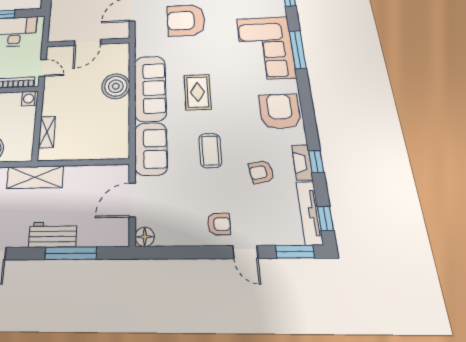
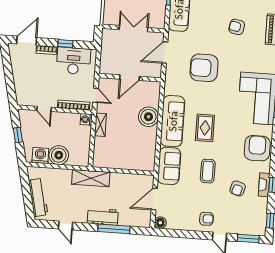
shelving: (47, 132) -> (100, 125), moved
armchair: (261, 172) -> (238, 188), turned -64
tv unit: (310, 213) -> (262, 217), removed

